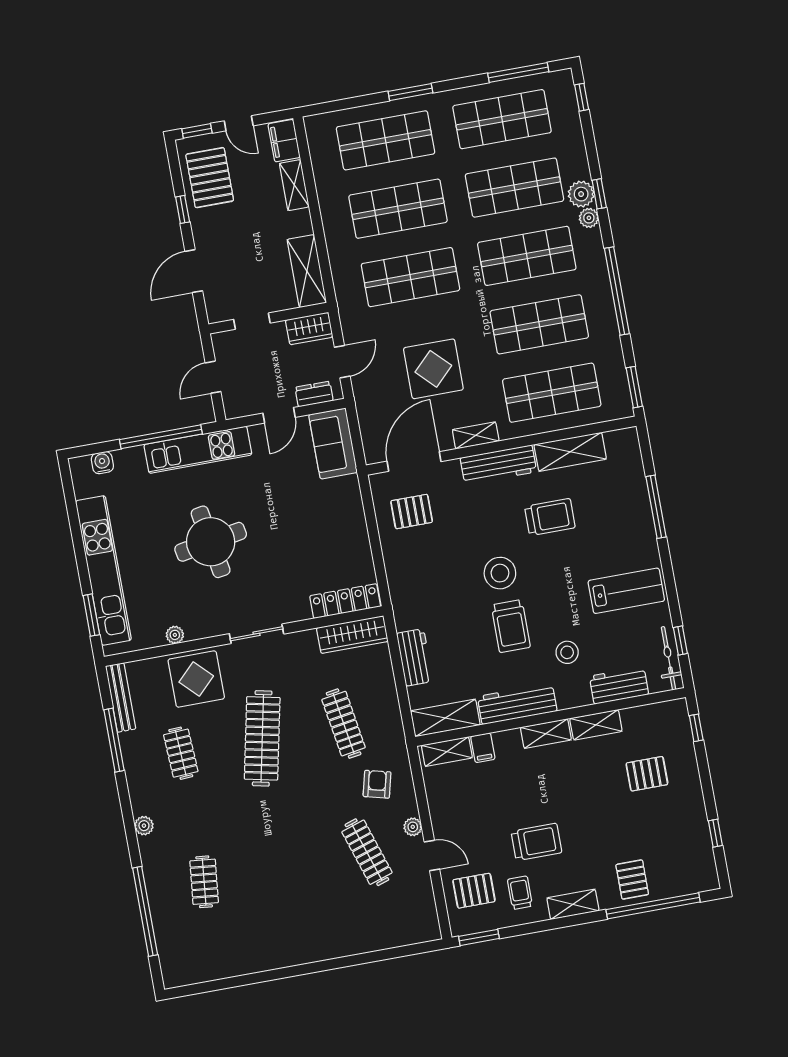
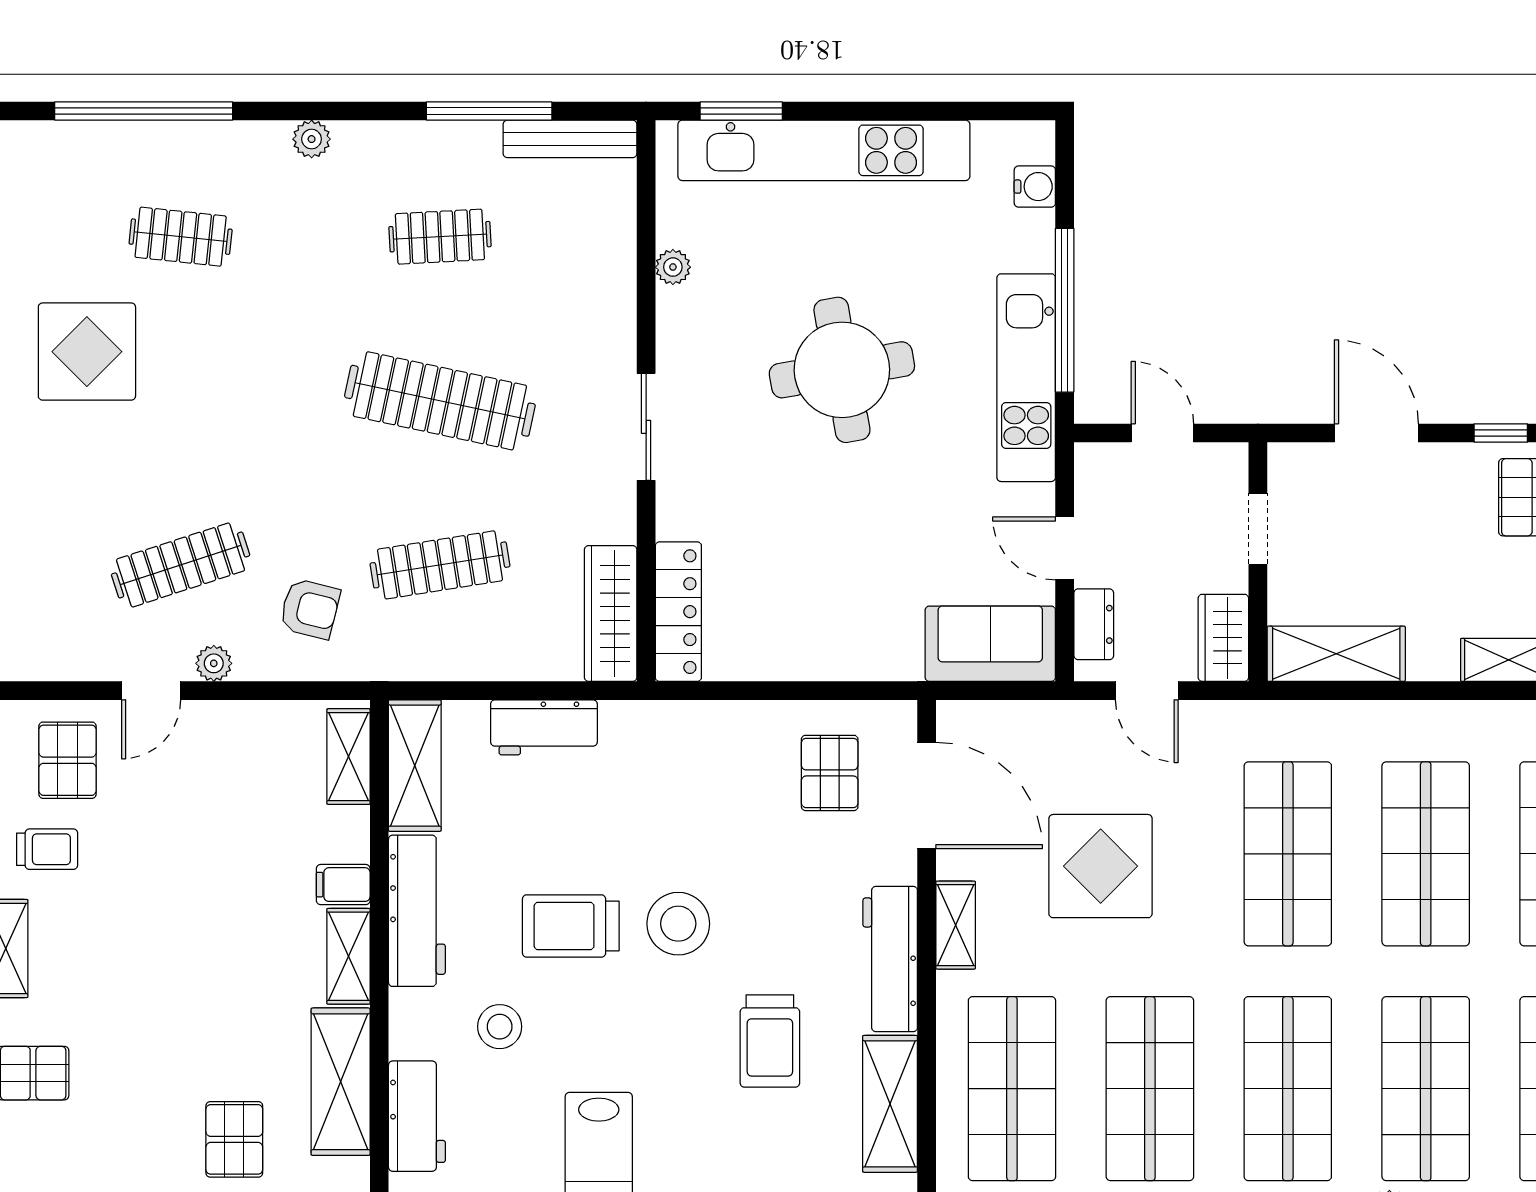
display table: (196, 679) -> (87, 352), moved
shelving: (596, 725) -> (341, 1082), width x1.50, depth x1.33
filing cabinet: (483, 748) -> (343, 885), moved
trolley: (537, 842) -> (140, 900), removed

